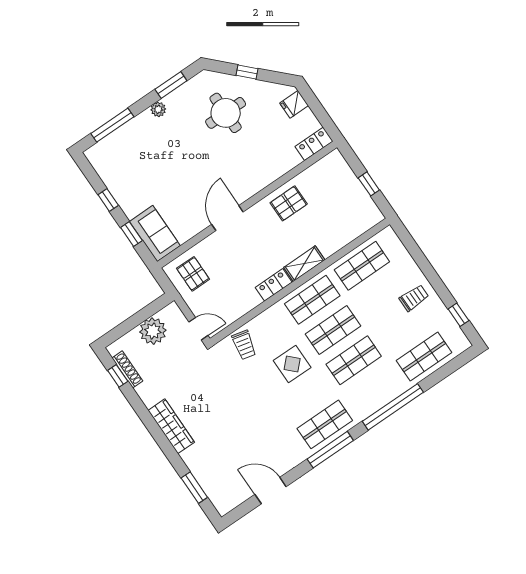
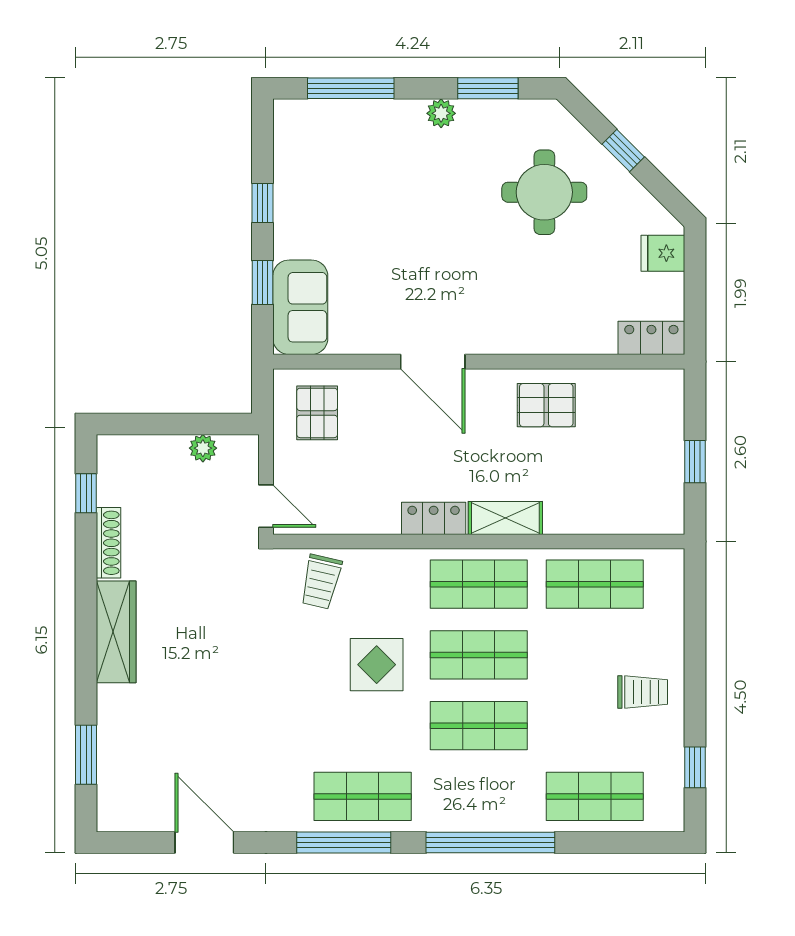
door: (227, 218) -> (433, 362), swing flipped
plant: (153, 331) -> (203, 448), width x0.53, depth x0.53
shoe rack: (127, 369) -> (108, 543), moved

